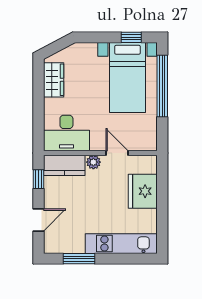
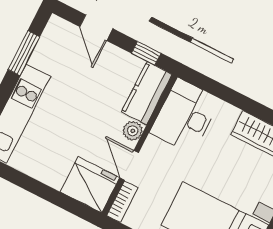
bookcase: (143, 145) -> (122, 202), added
door: (117, 153) -> (129, 165), swing flipped
fridge: (143, 191) -> (90, 185), moved

